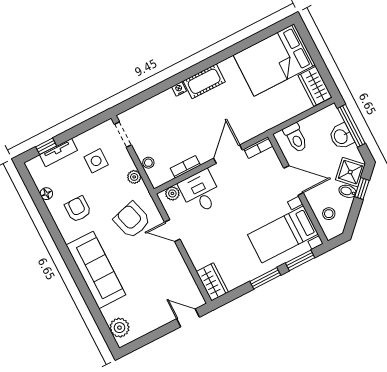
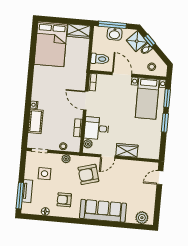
cot: (204, 81) -> (36, 121), moved
window: (46, 146) -> (20, 196), width x2.17
door: (294, 180) -> (122, 74), hinge flipped
wardrobe: (212, 282) -> (127, 150), moved

